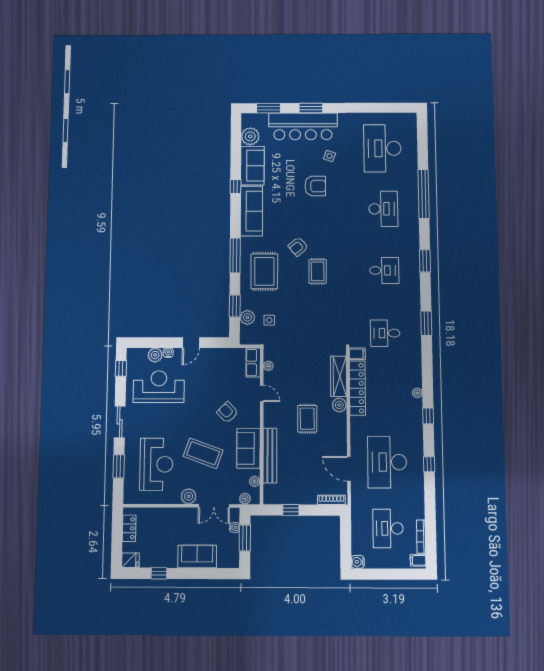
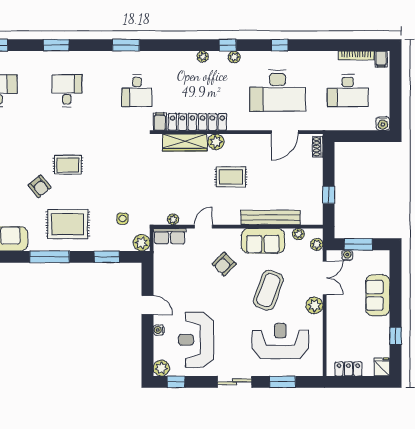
plant: (247, 317) -> (142, 243), moved
plant: (155, 355) -> (161, 368), moved
plant: (417, 422) -> (234, 57), added
shoe rack: (331, 500) -> (318, 147), width x0.70

